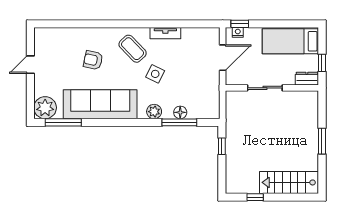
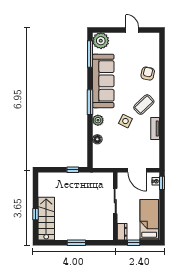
armchair: (93, 60) -> (148, 74), moved
window: (179, 122) -> (90, 102), moved
window: (255, 197) -> (36, 214), moved

